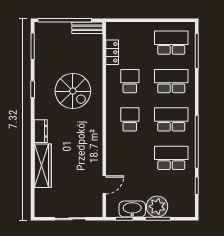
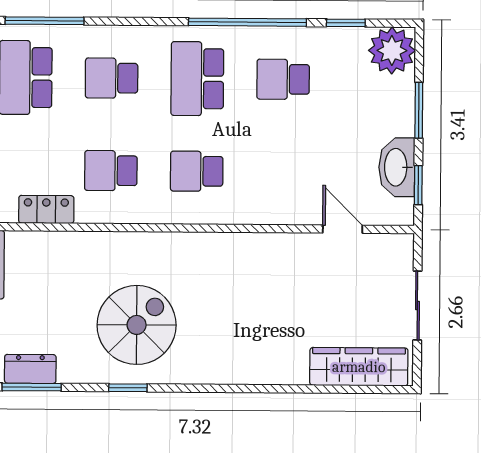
school desk: (171, 81) -> (112, 78), width x0.54
spiral stairs: (73, 91) -> (137, 325), moved
dresser: (41, 131) -> (30, 369), moved
school desk: (171, 158) -> (283, 79), width x0.54
wardrobe: (43, 166) -> (359, 367), moved
plant: (157, 206) -> (392, 50), moved

